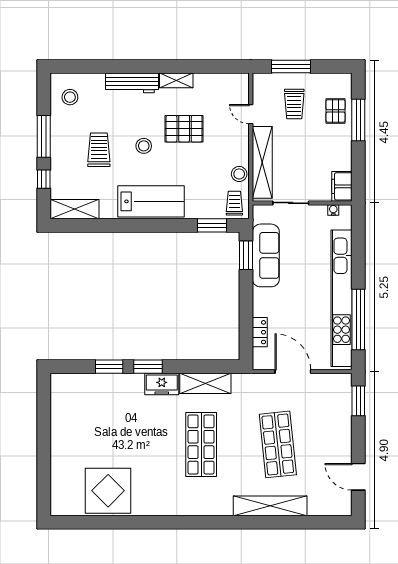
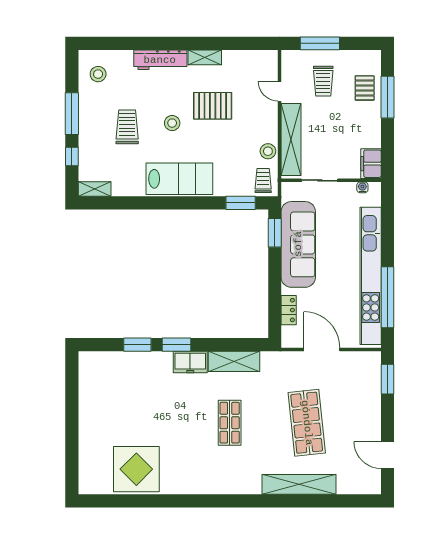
shelving: (75, 209) -> (95, 189), width x0.67, depth x0.75
sofa: (266, 255) -> (298, 244), width x1.36, depth x1.27
shop shelf: (201, 444) -> (230, 423), width x0.70, depth x0.74

